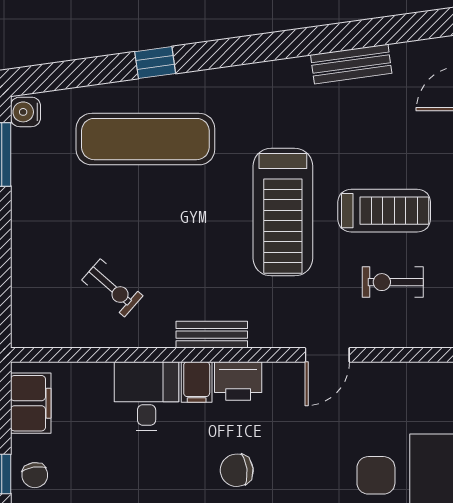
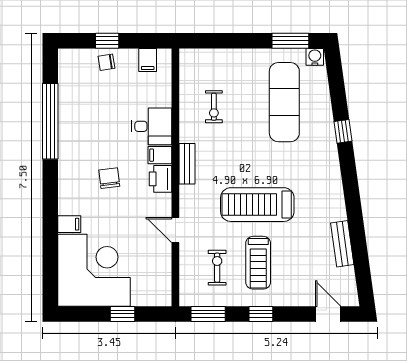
exercise mat: (145, 139) -> (284, 102), moved
exercise bike: (112, 288) -> (214, 107), turned -41
filing cabinet: (31, 403) -> (148, 60), width x0.50

